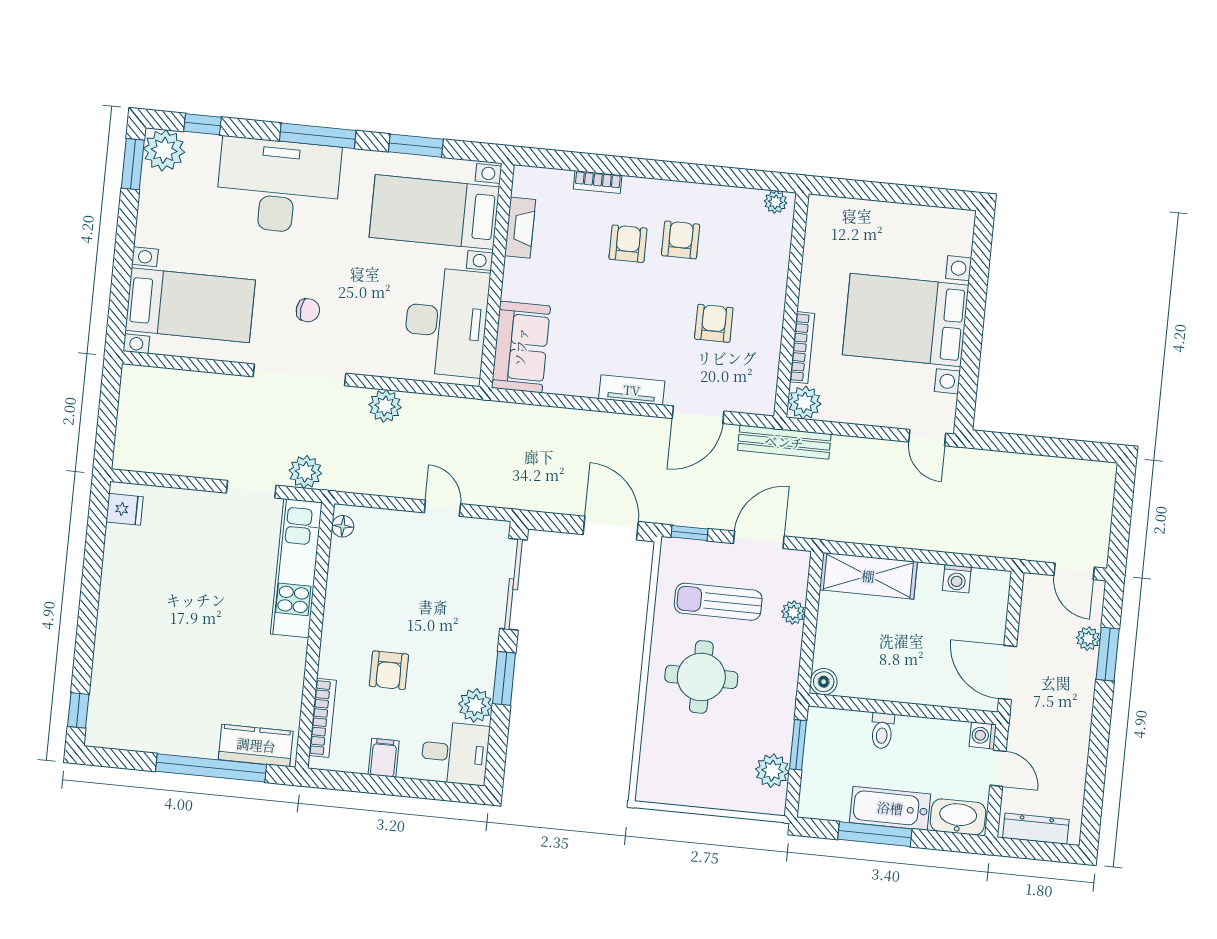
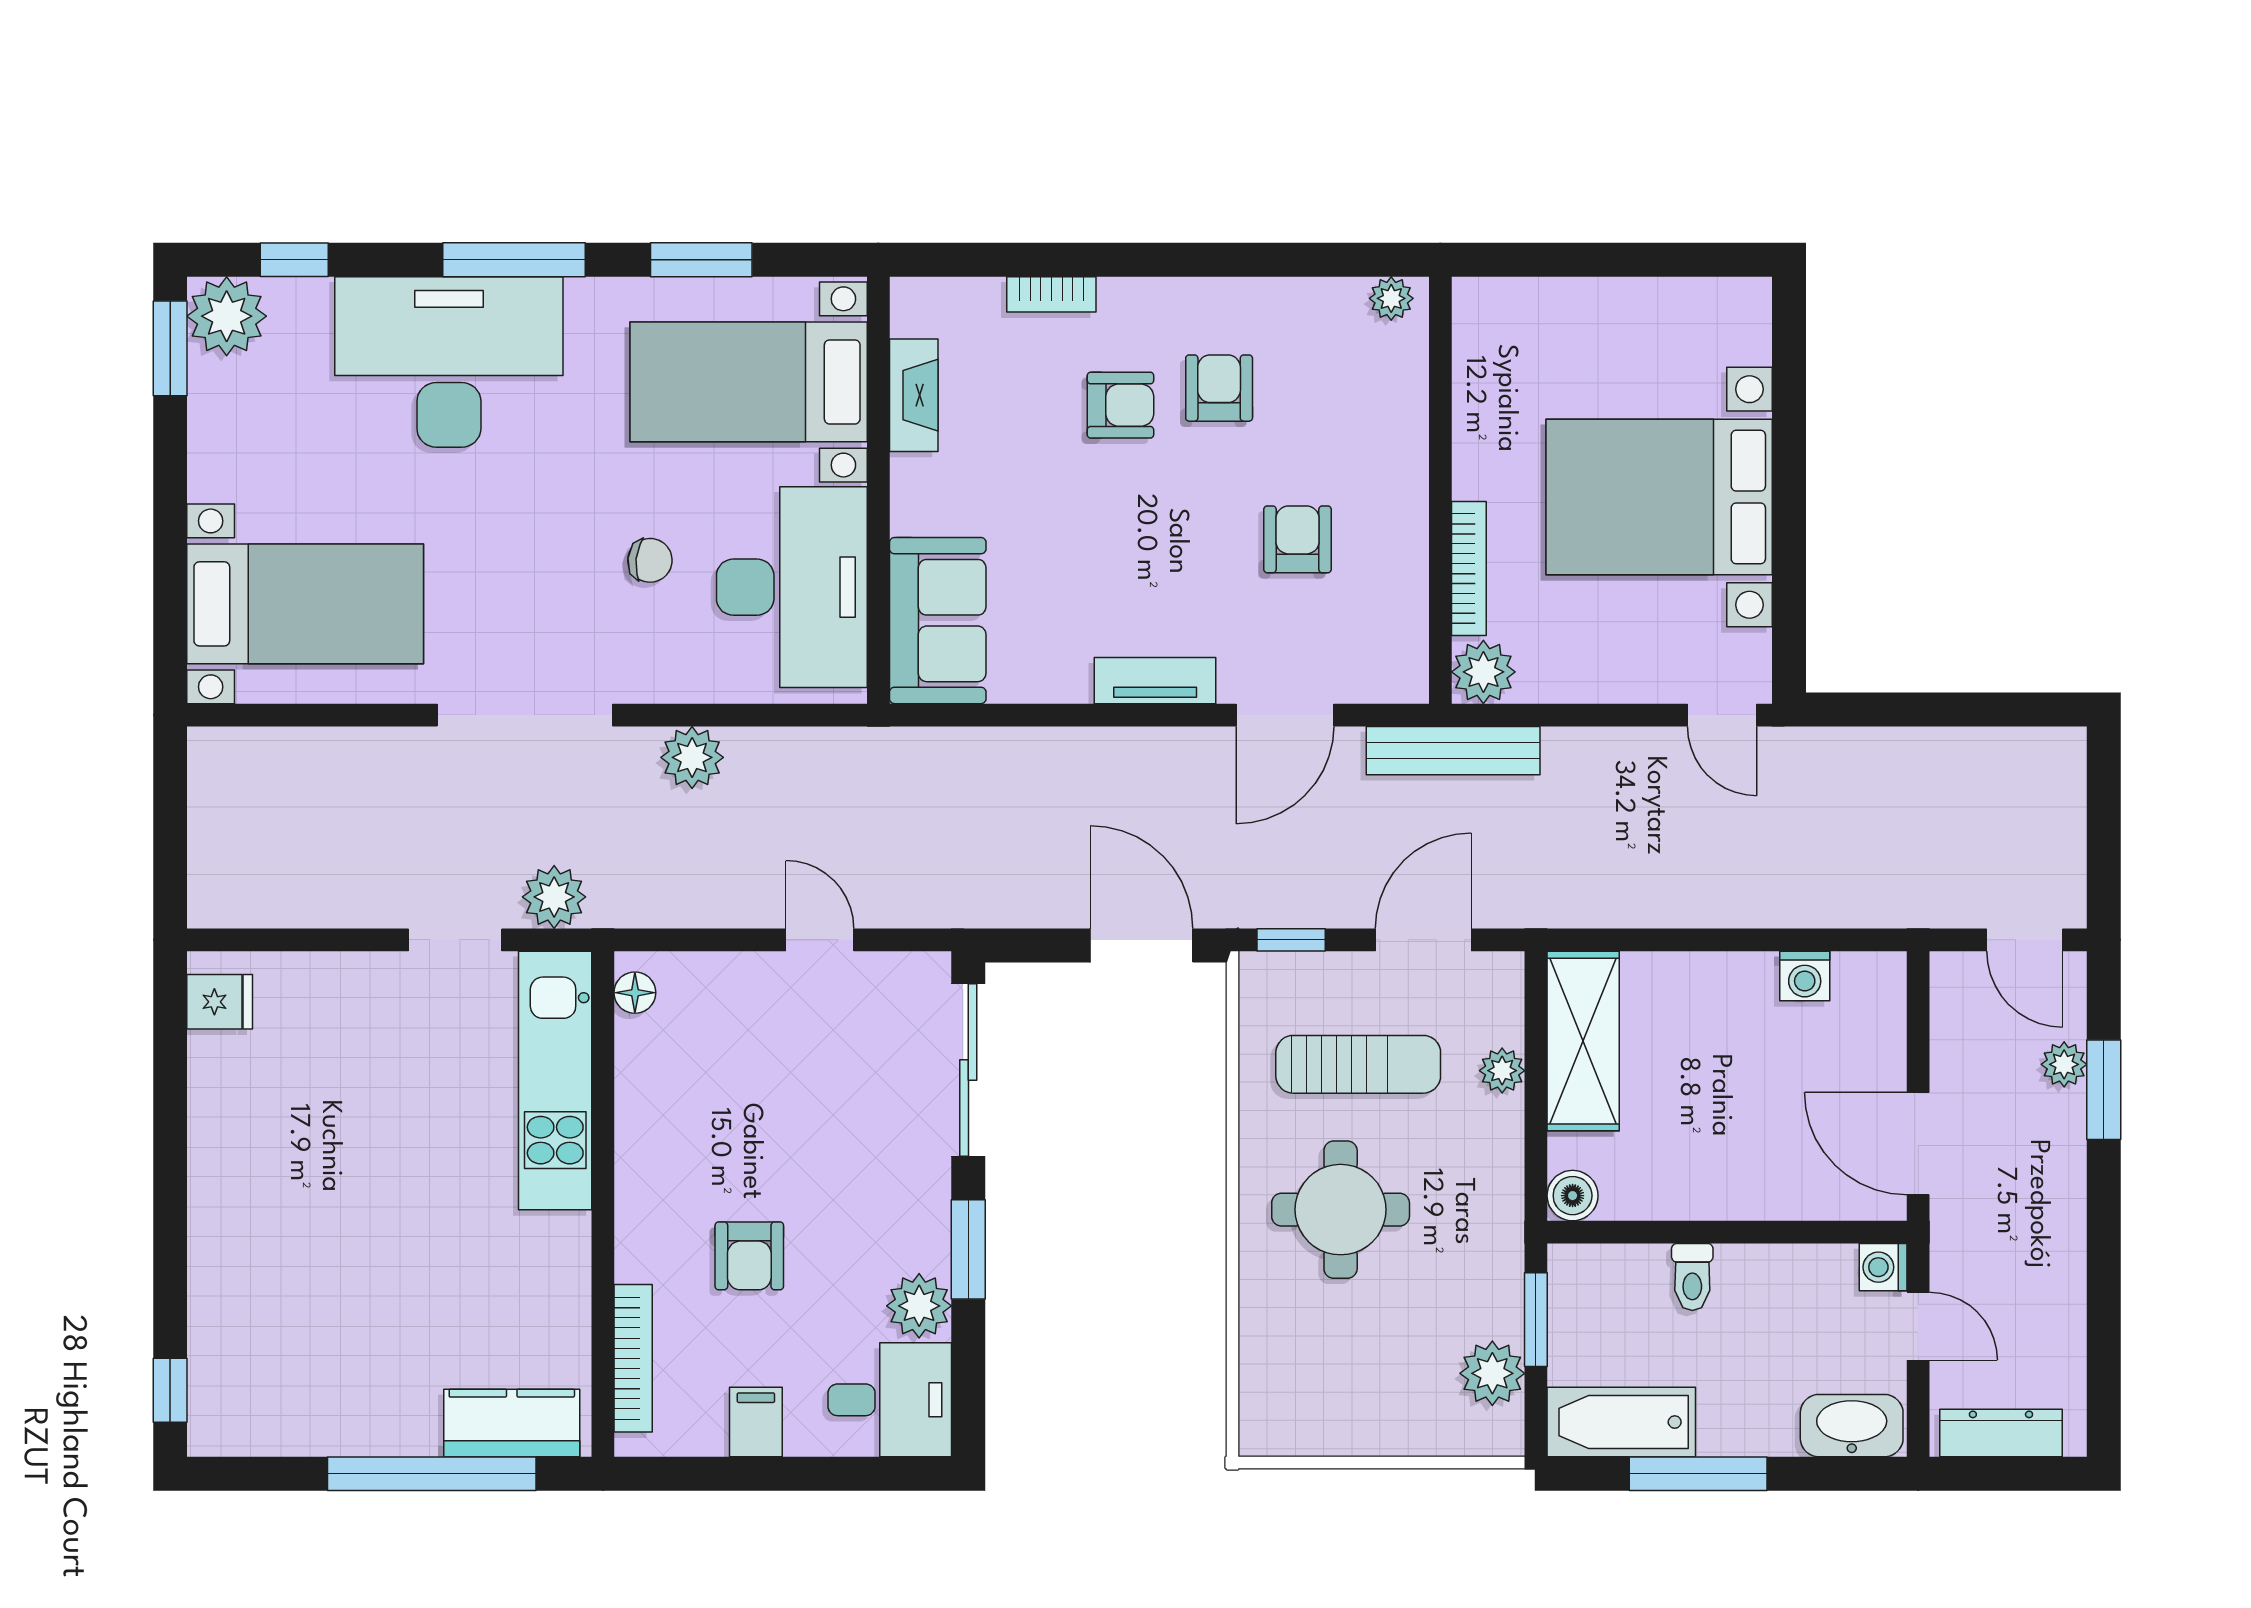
armchair: (628, 244) -> (1120, 405), turned 90
chair: (308, 310) -> (650, 560), moved
shelving: (868, 576) -> (1583, 1041), moved, turned 90
sun lounger: (718, 602) -> (1358, 1064), turned 180
bathtub: (890, 808) -> (1621, 1422), moved

